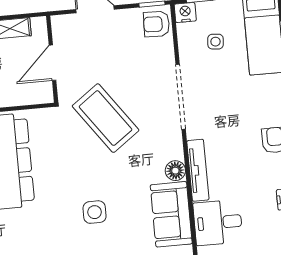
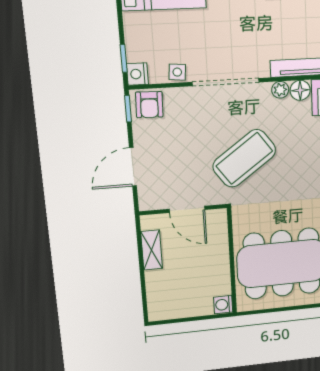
side table: (216, 42) -> (177, 72), moved
plant: (175, 151) -> (280, 90), added

